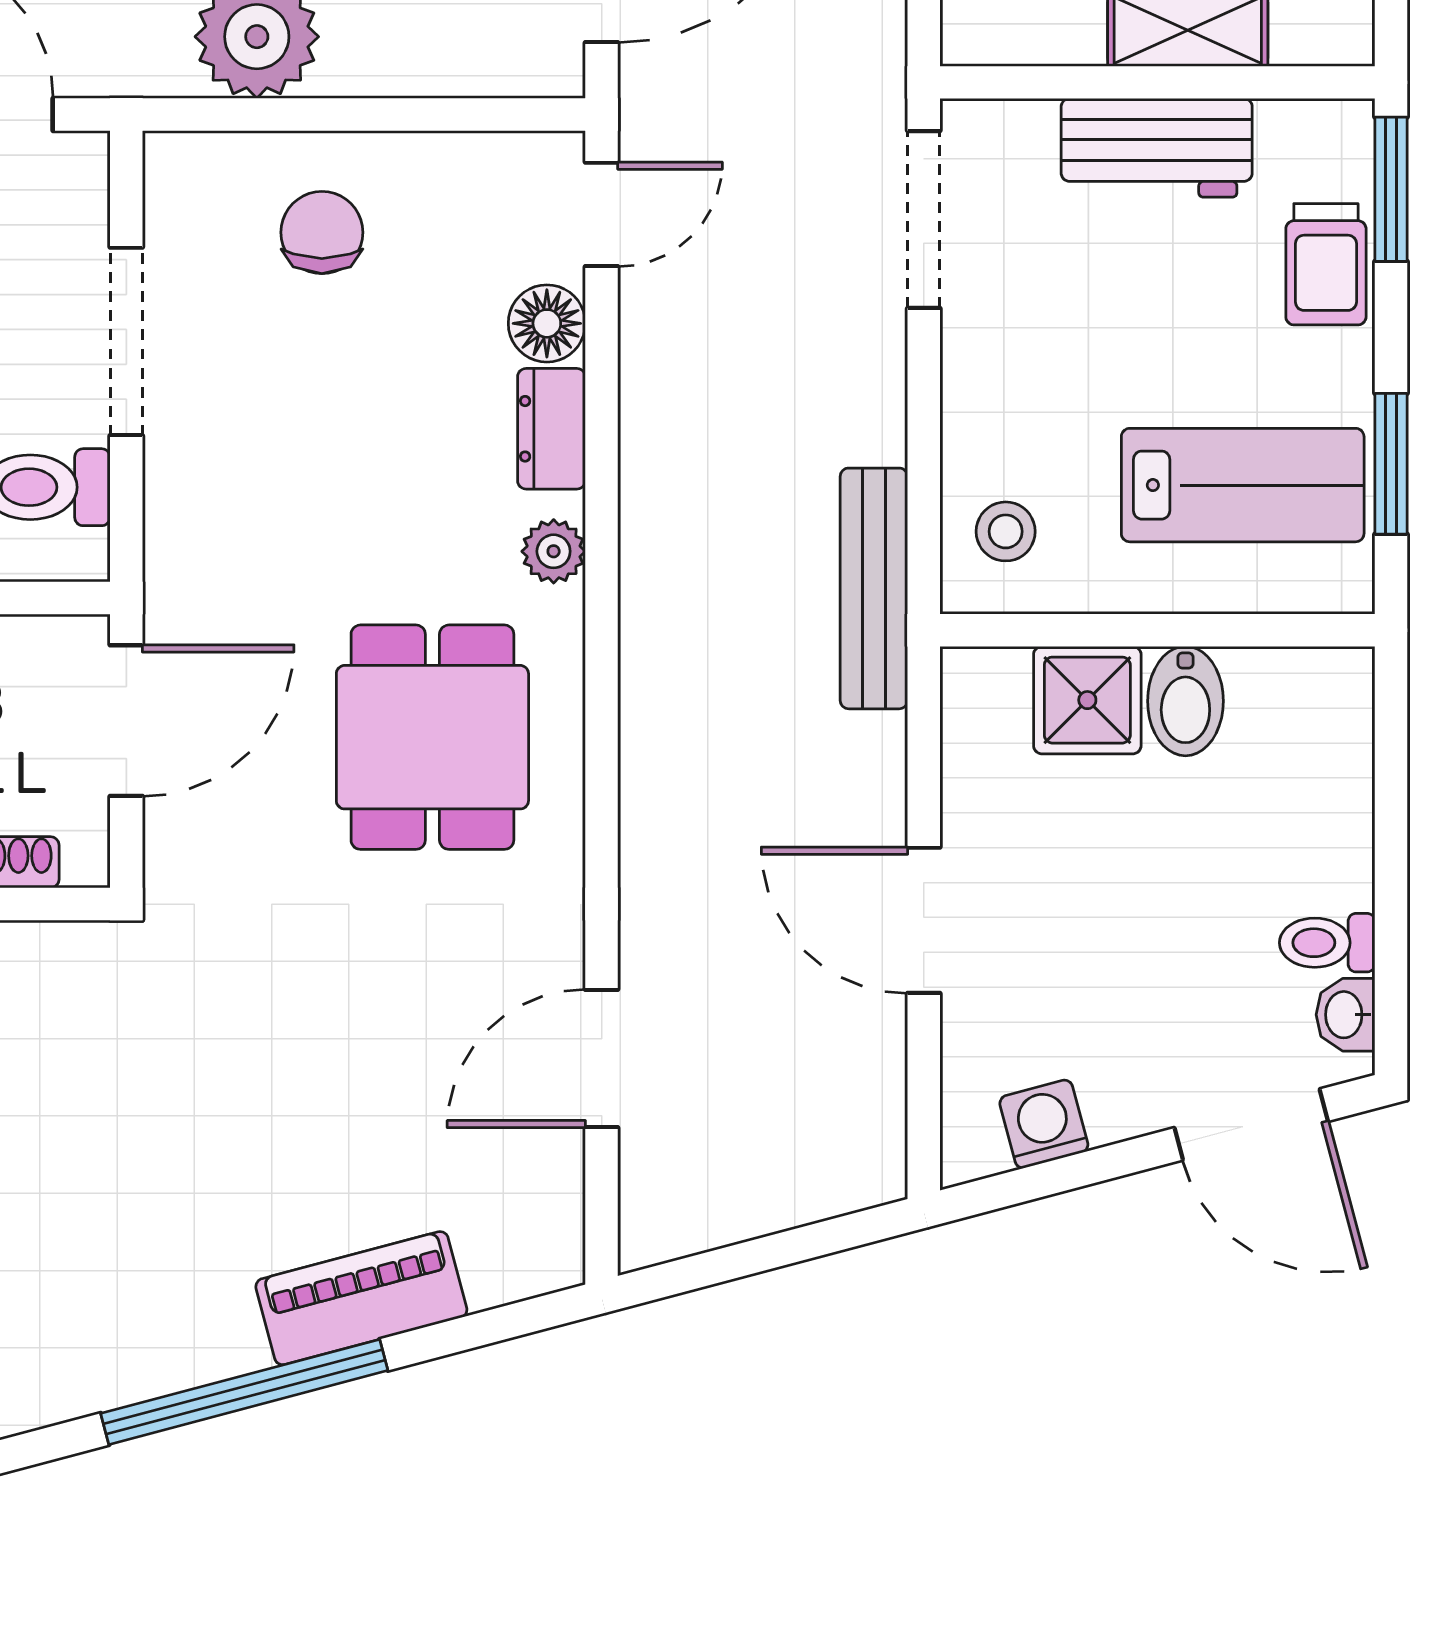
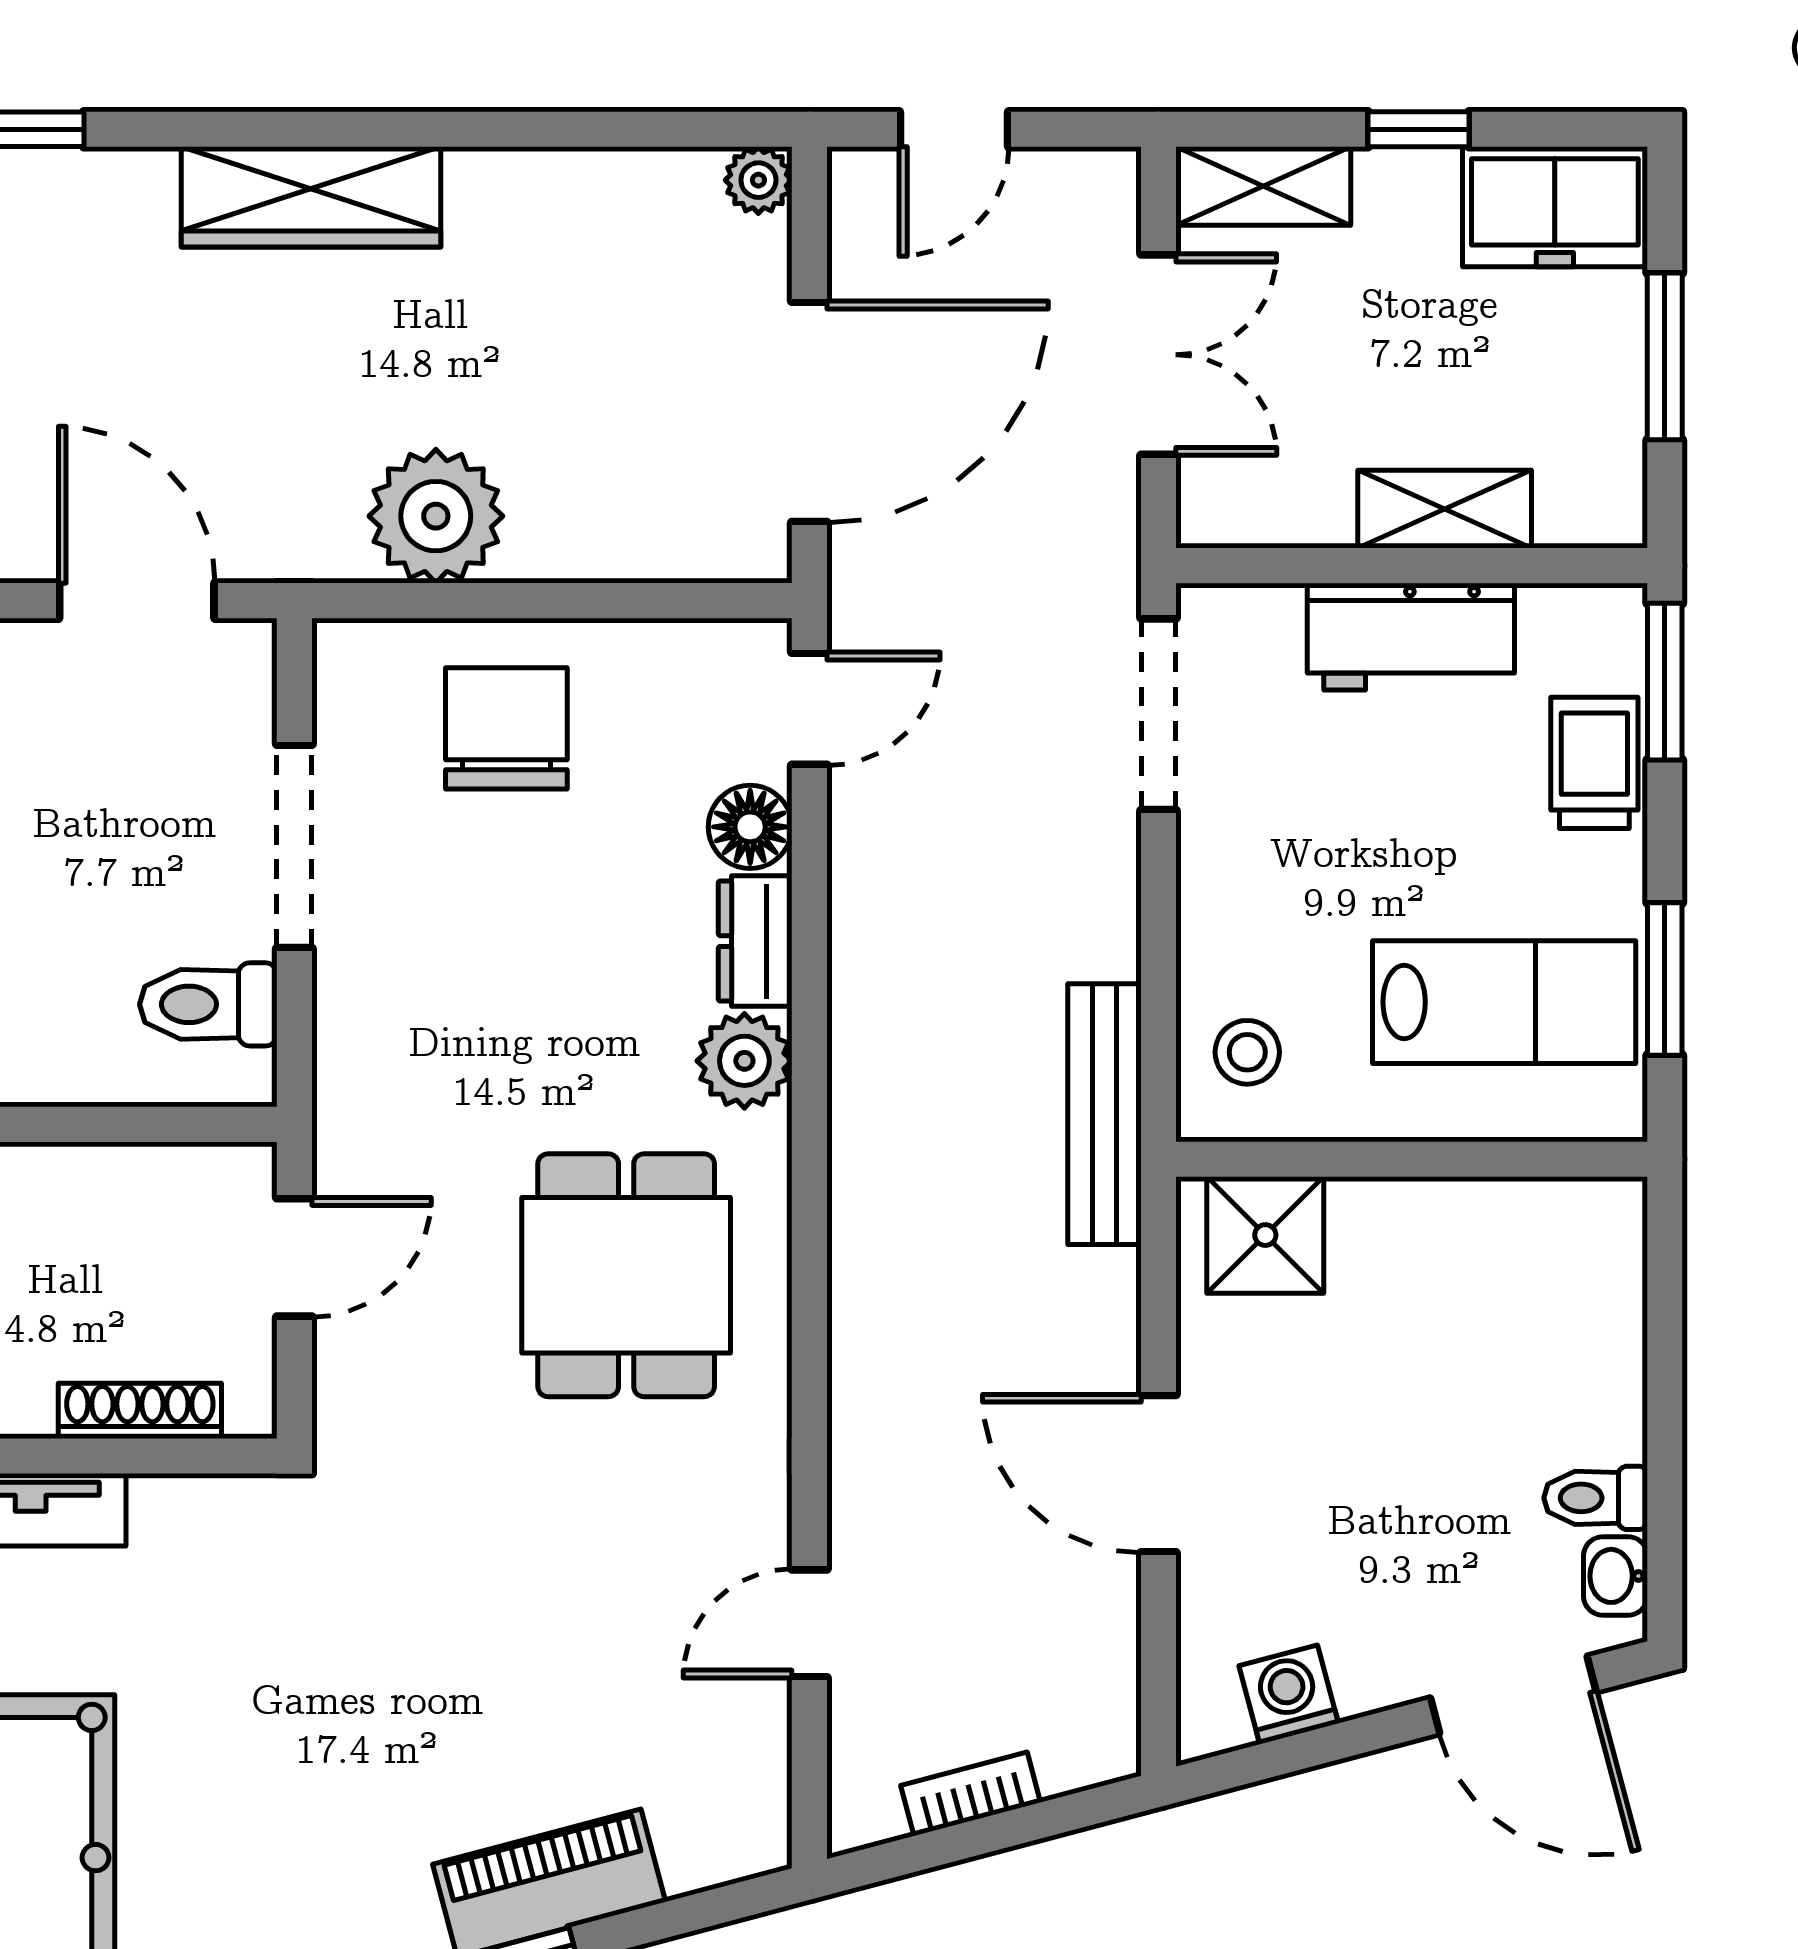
chair: (322, 232) -> (506, 728), width x1.37, depth x1.37
trolley: (1326, 264) -> (1594, 763), turned 180
plant: (554, 551) -> (744, 1061), width x1.38, depth x1.38
shower: (1087, 700) -> (1265, 1235), moved
bidet: (1185, 701) -> (1442, 1236), removed
door: (126, 721) -> (294, 1257), width x0.73
door: (602, 1059) -> (809, 1623), width x0.73
bookcase: (750, 1216) -> (971, 1794), added

